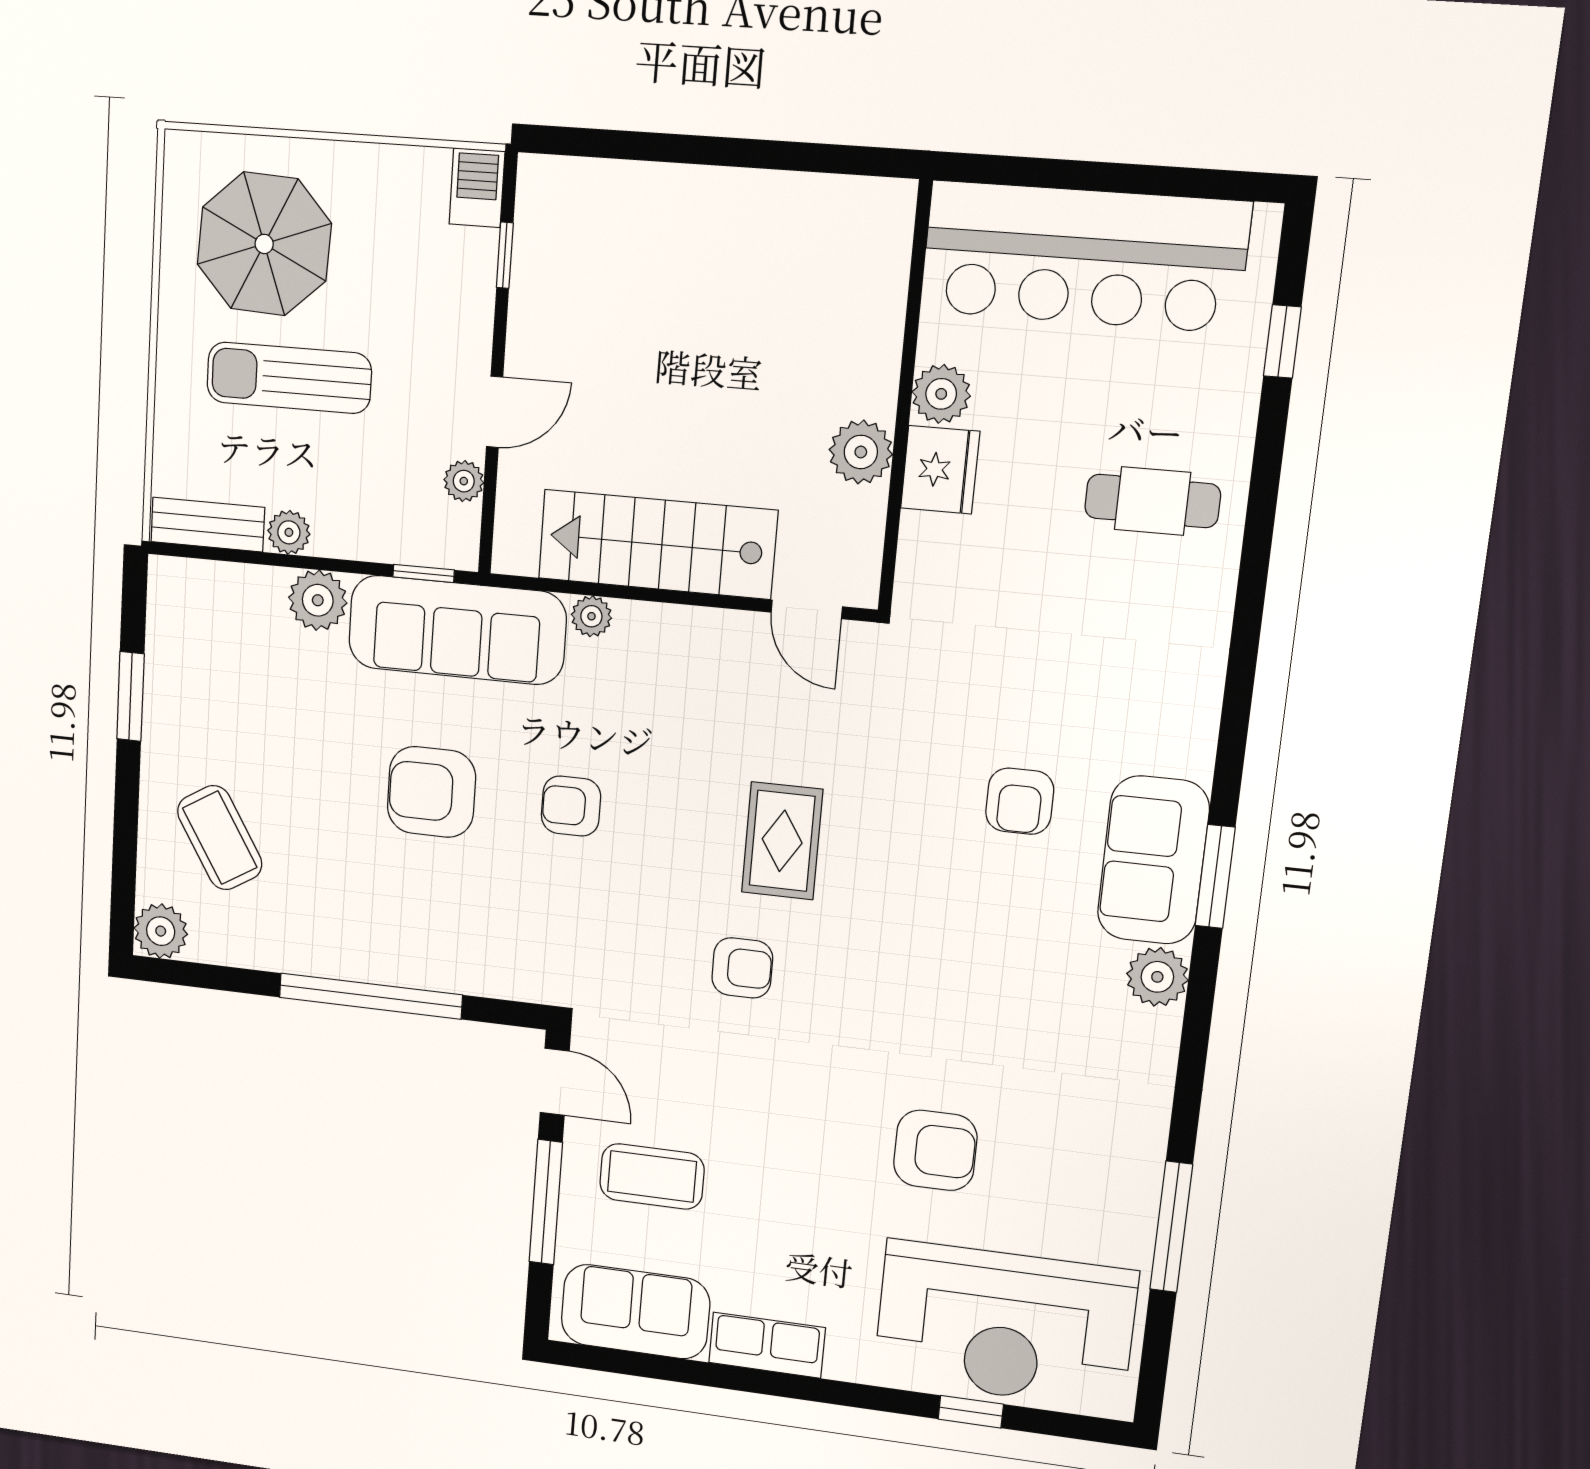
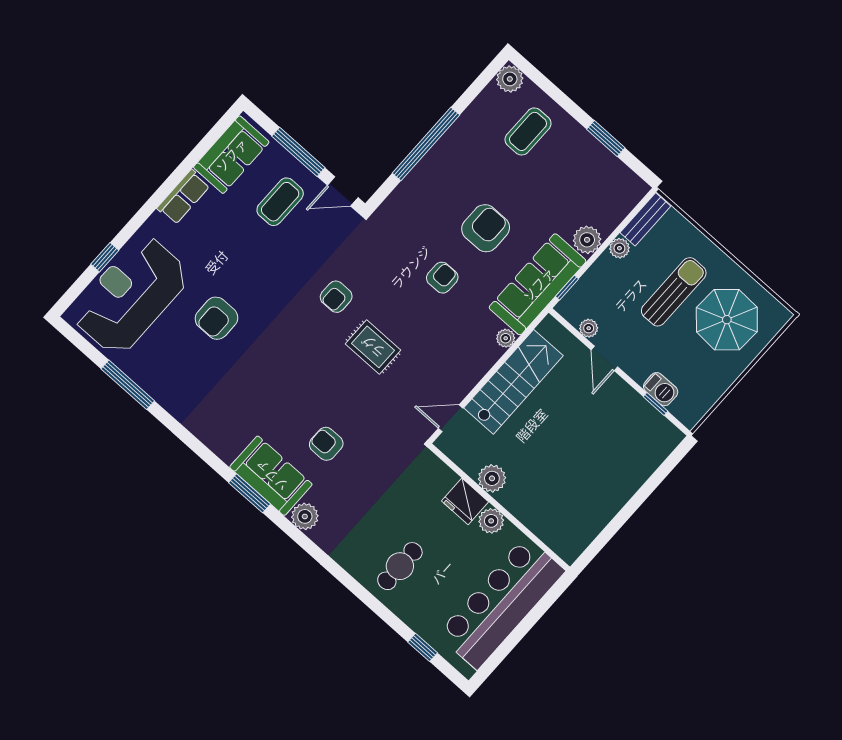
barbecue: (477, 188) -> (661, 389), moved
coffee table: (220, 838) -> (528, 131), turned -59
plant: (1157, 977) -> (305, 516), moved

